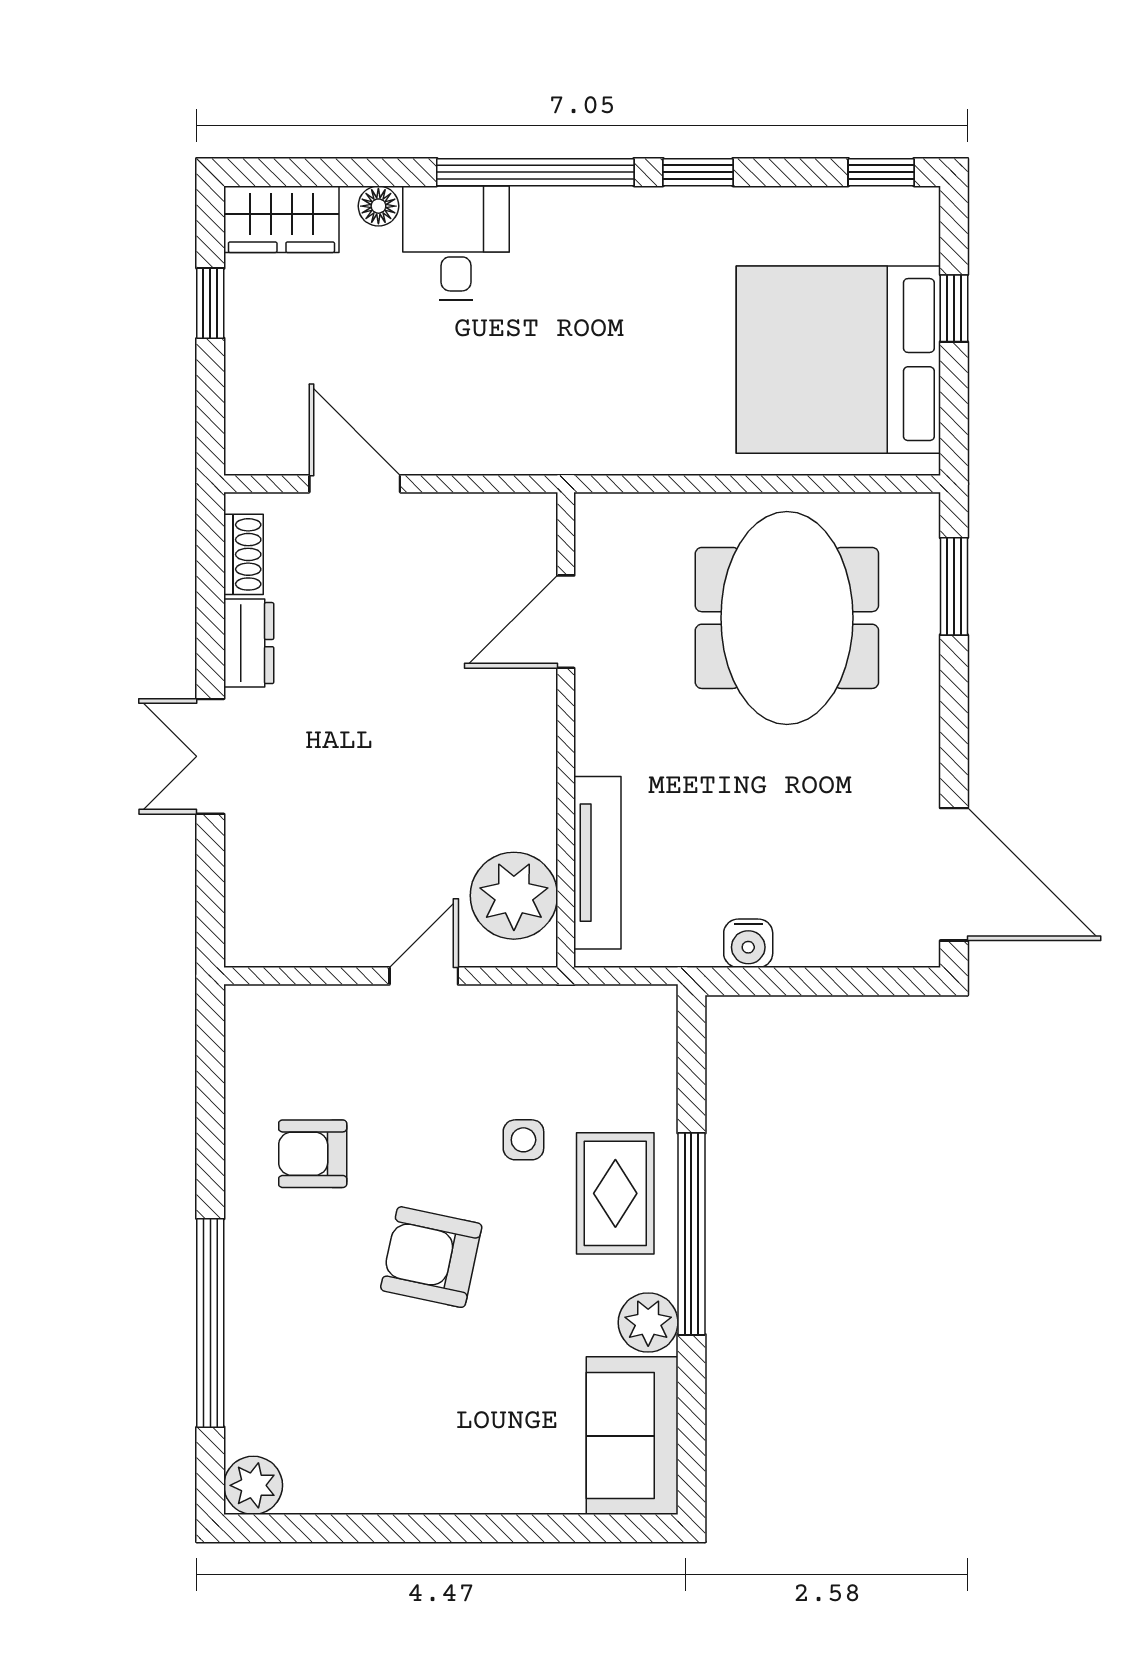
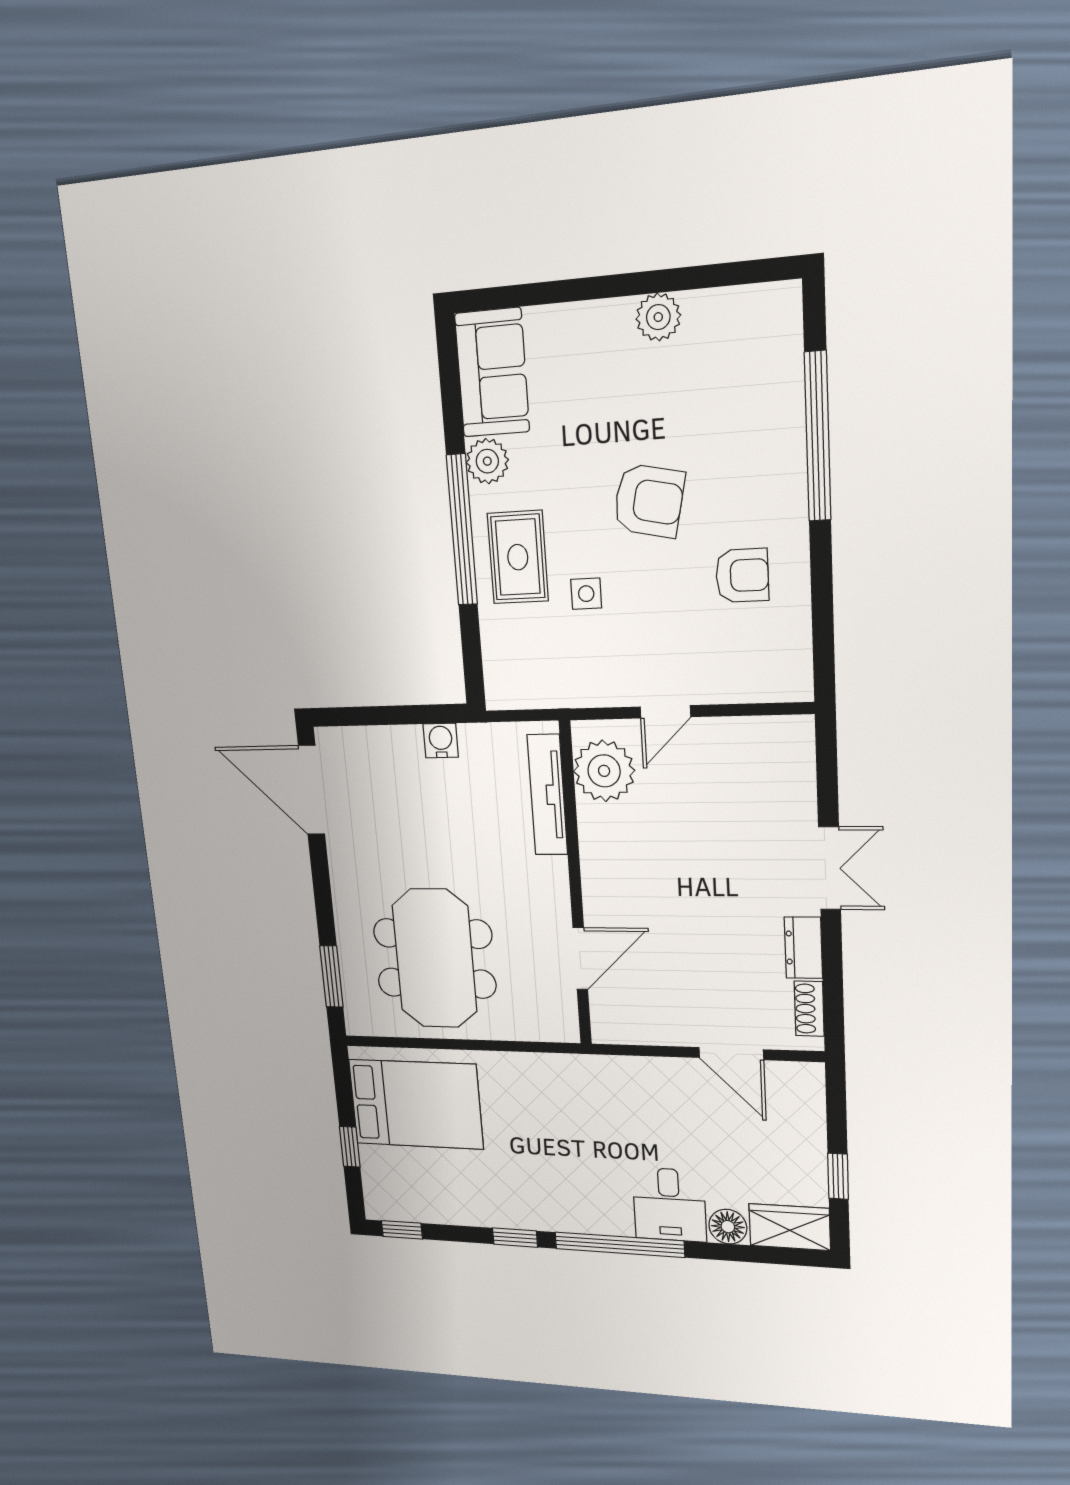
floor lamp: (378, 206) -> (728, 1227), width x1.37, depth x1.37
bed: (838, 360) -> (416, 1104), width x0.73
plant: (253, 1485) -> (658, 317), moved

